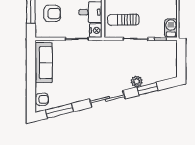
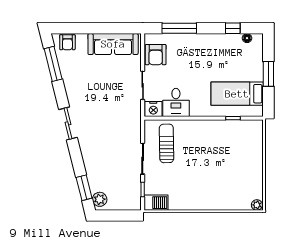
armchair: (52, 14) -> (156, 55), moved
plant: (137, 81) -> (100, 199), moved
window: (148, 89) -> (84, 188), moved
sliding door: (107, 99) -> (68, 123), width x0.73

